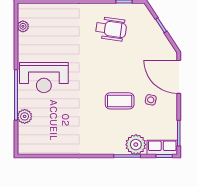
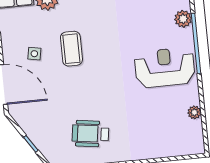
plant: (23, 26) -> (194, 112), moved
coffee table: (120, 101) -> (71, 49), turned 90

